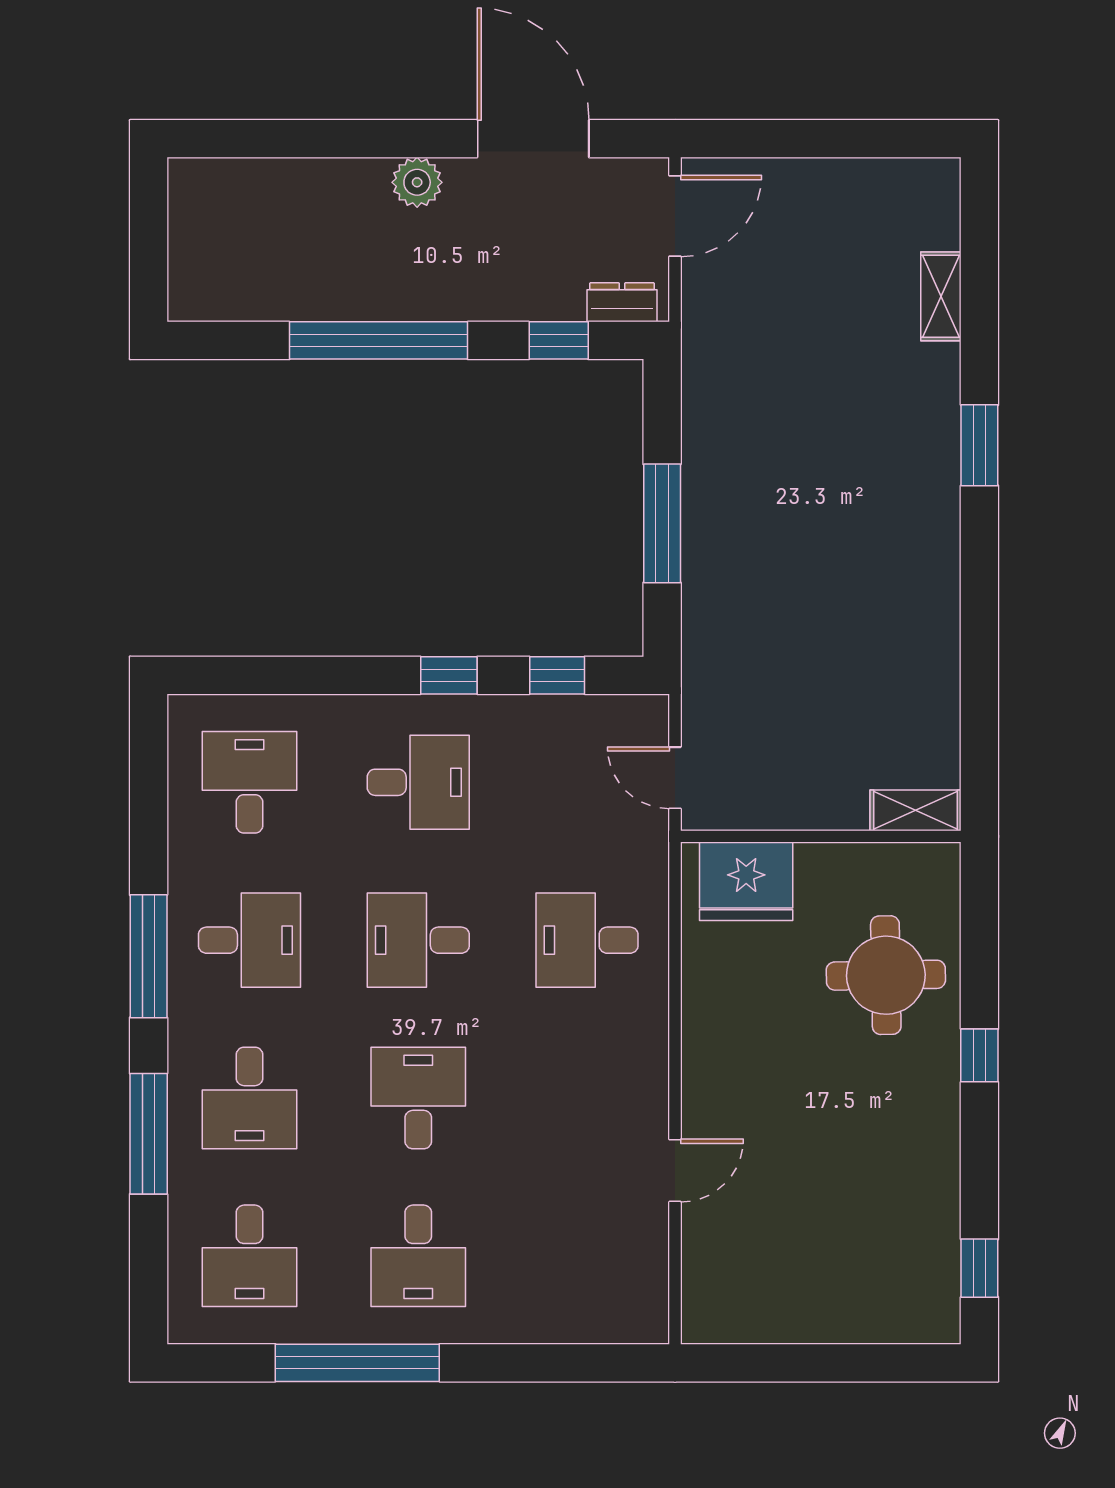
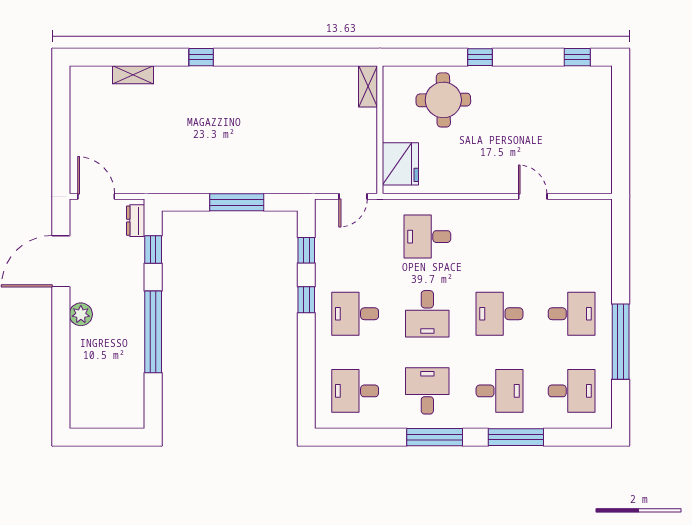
window: (979, 445) -> (201, 57), width x0.67
desk: (418, 782) -> (355, 314), turned -90
desk: (587, 940) -> (427, 237), turned 90

